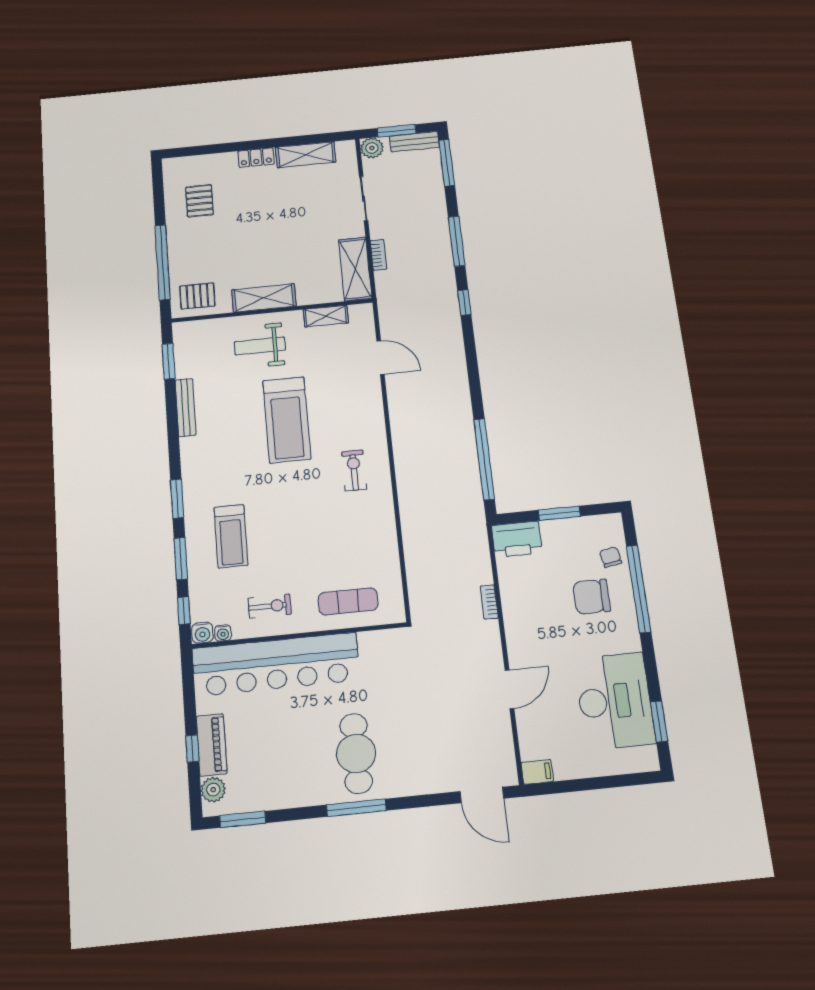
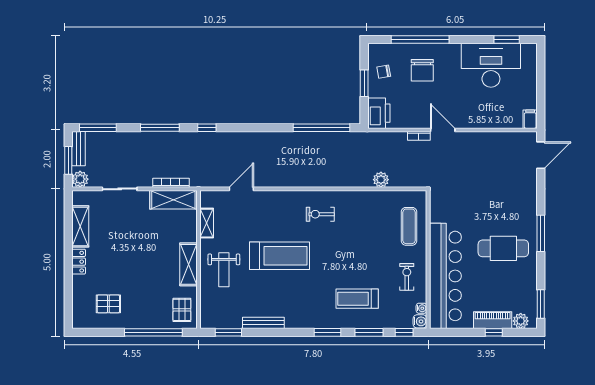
bookcase: (378, 255) -> (171, 183), width x1.56
treadmill: (231, 536) -> (357, 299), turned 180
plant: (416, 553) -> (381, 180), added
chair: (611, 557) -> (384, 72), moved
door: (510, 689) -> (443, 130), moved
cafe table: (356, 753) -> (503, 248), moved

